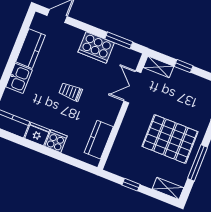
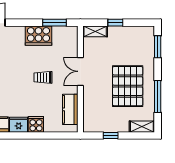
double door: (132, 87) -> (80, 71), moved
trolley: (71, 92) -> (43, 77), moved
pallet: (170, 139) -> (128, 86), turned 90

